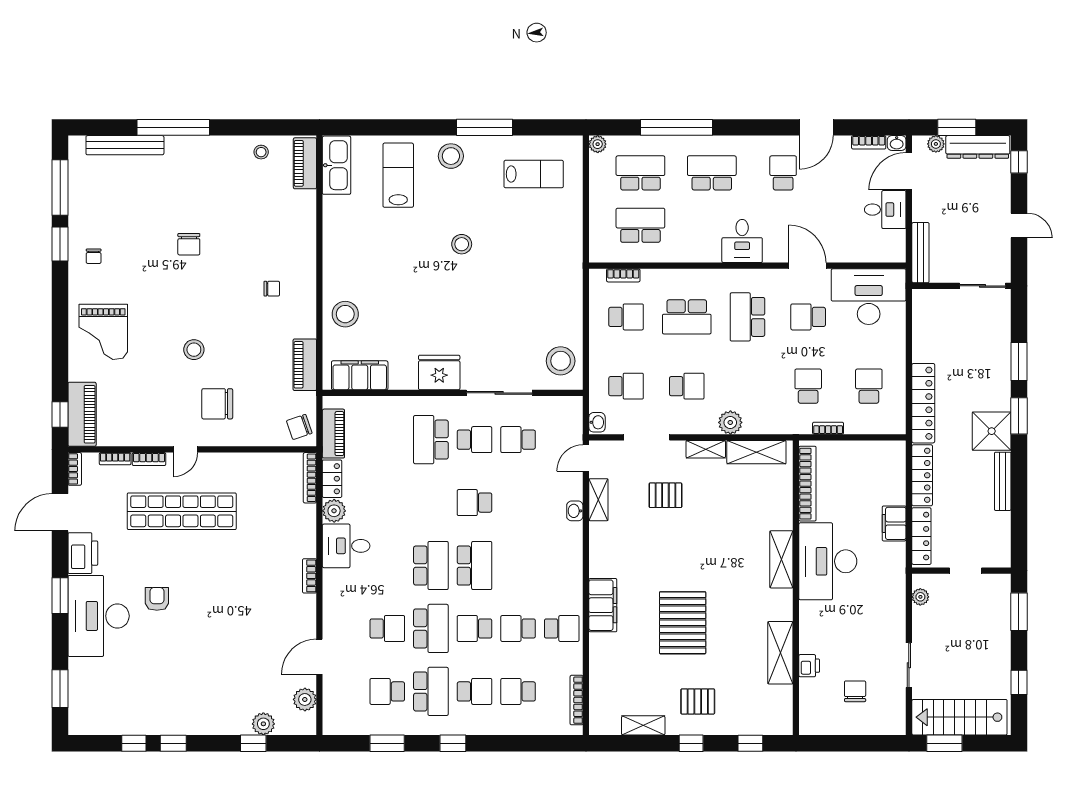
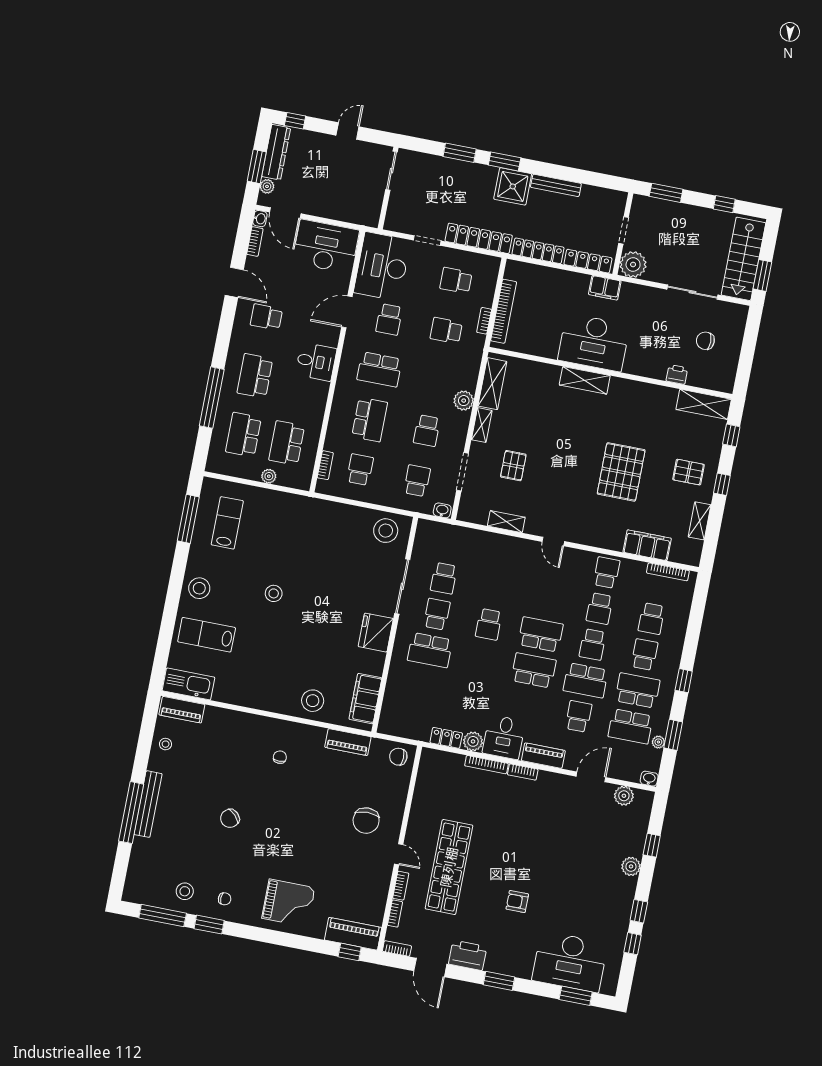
window: (485, 127) -> (188, 519), moved
plant: (598, 144) -> (269, 476), moved
bench: (125, 145) -> (148, 804), moved
desk: (885, 210) -> (326, 246), width x1.87, depth x1.30
chair: (189, 244) -> (230, 818), turned 135
bench: (920, 253) -> (354, 217), removed
doorway: (909, 343) -> (427, 241), added
stool: (194, 350) -> (185, 891), moved
school desk: (687, 386) -> (427, 431), turned 180
chair: (299, 427) -> (398, 757), turned 111
piano: (333, 434) -> (543, 756), moved
door: (586, 458) -> (553, 541), moved
bookcase: (310, 478) -> (486, 765), moved
bookcase: (807, 484) -> (504, 311), moved, turned 90
washbasin: (575, 511) -> (649, 779), moved, turned 180
filing cabinet: (894, 523) -> (605, 288), moved
plant: (920, 597) -> (633, 264), width x1.88, depth x1.88
filing cabinet: (603, 605) -> (647, 545), moved
desk: (99, 616) -> (570, 962), moved
pallet: (683, 623) -> (621, 472), turned 90
school desk: (431, 628) -> (586, 680), turned 180
shelving: (780, 653) -> (704, 404), moved
door: (319, 657) -> (591, 777), swing flipped
sliding door: (909, 665) -> (693, 292), width x1.37
school desk: (387, 691) -> (630, 726), width x1.85
pallet: (698, 701) -> (689, 472), turned 90
plant: (263, 724) -> (631, 866), moved
plant: (375, 728) -> (658, 742), added

